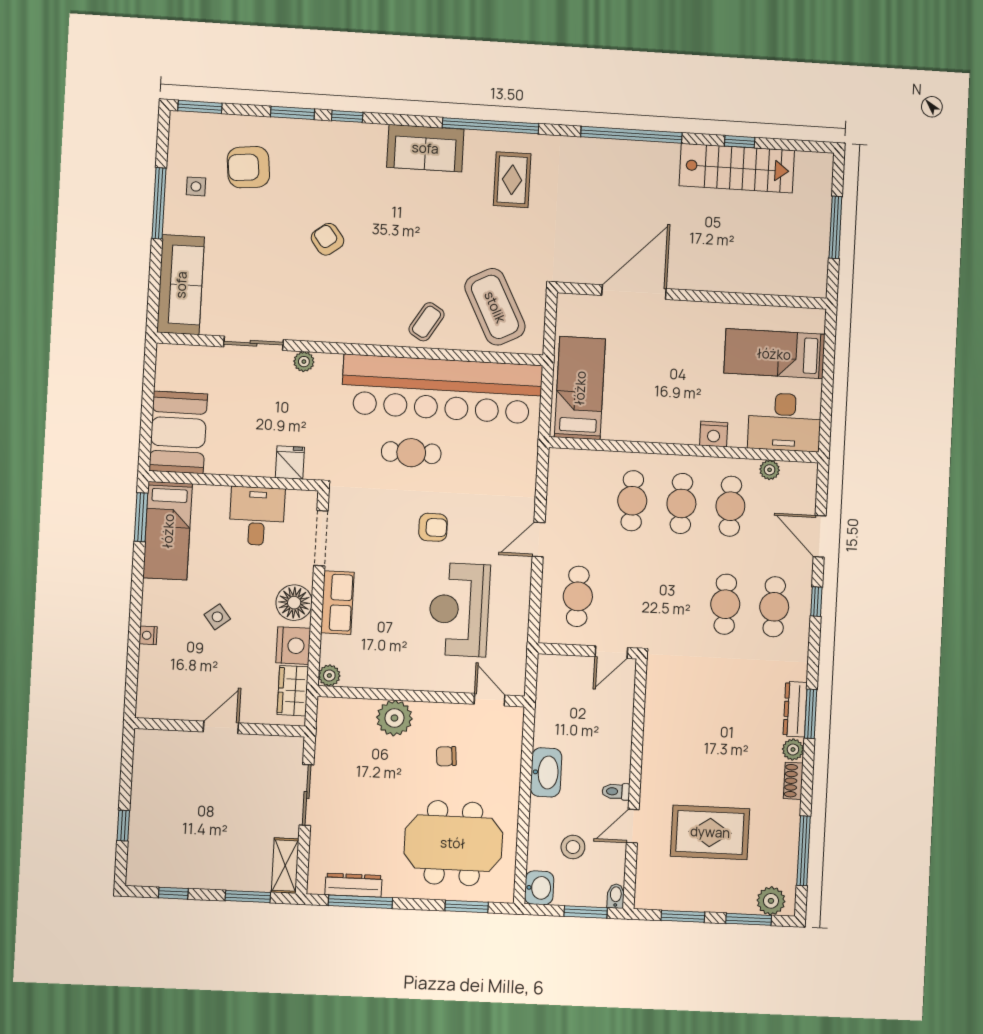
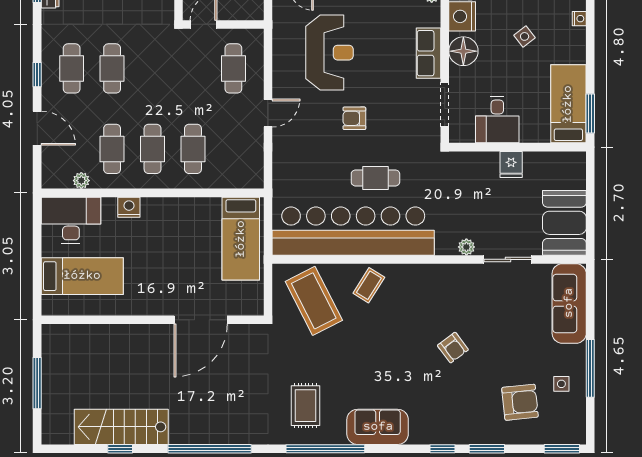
booth: (178, 432) -> (564, 223), moved
fridge: (290, 463) -> (511, 164), moved

